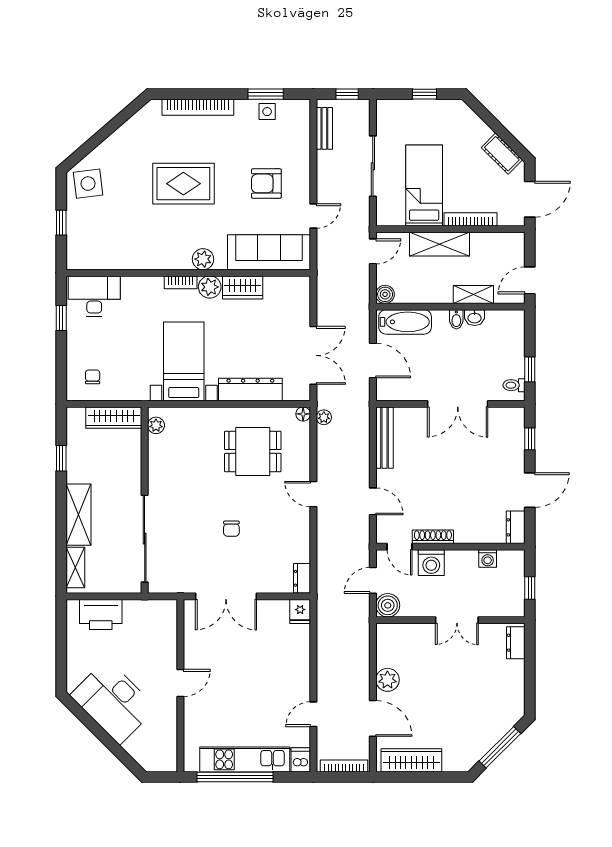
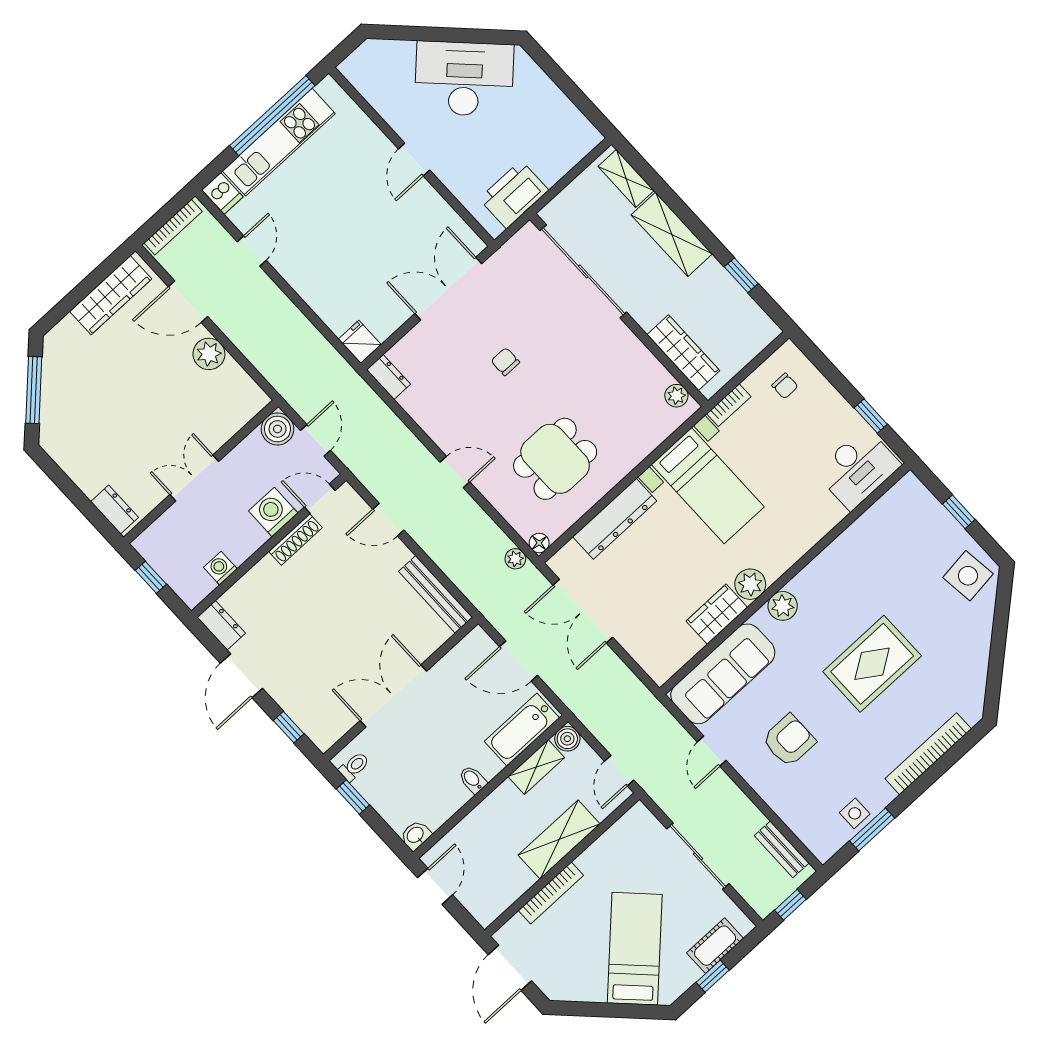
cot: (502, 154) -> (715, 946), moved, turned -45
bed: (424, 185) -> (635, 949), moved, turned -135
bookcase: (181, 282) -> (729, 405), moved, turned 180
shelving: (473, 295) -> (536, 767), moved
washbasin: (475, 318) -> (416, 835), moved
wardrobe: (114, 418) -> (683, 353), moved, turned 90
printer: (101, 615) -> (514, 195), moved

